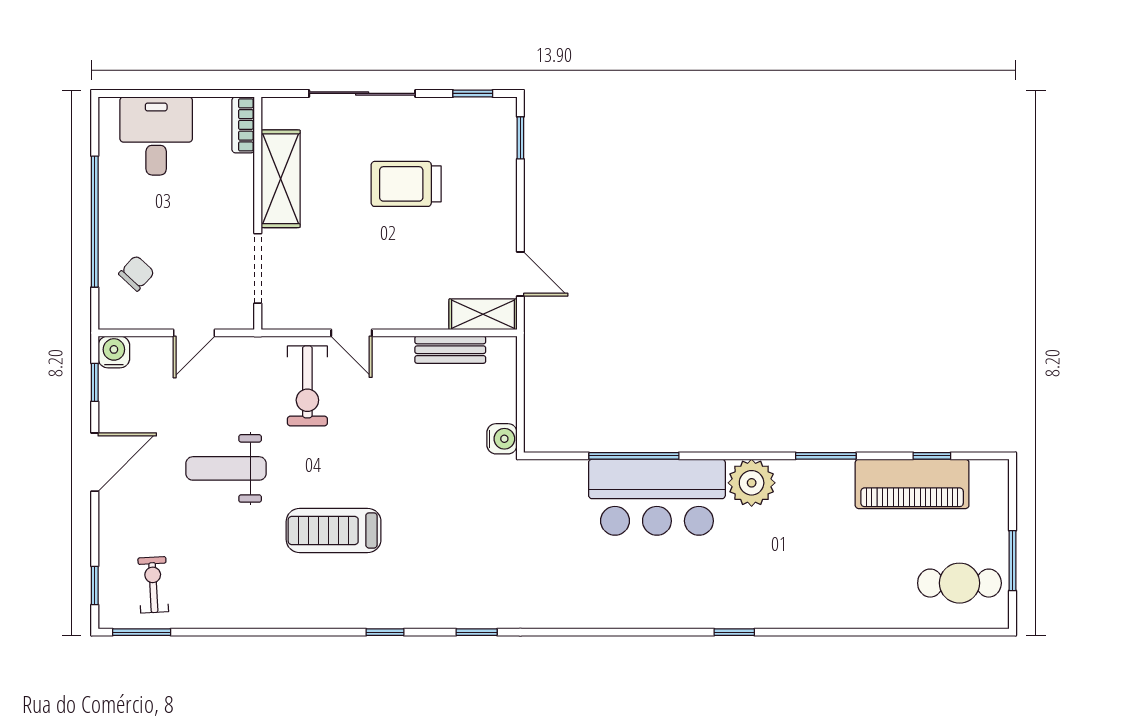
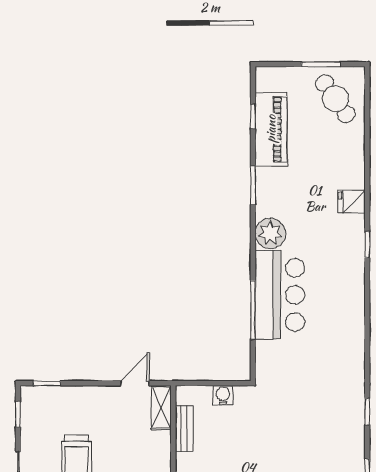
water cooler: (502, 439) -> (223, 395), moved
cafe table: (959, 583) -> (335, 99), turned -35
fridge: (801, 608) -> (352, 202), added

